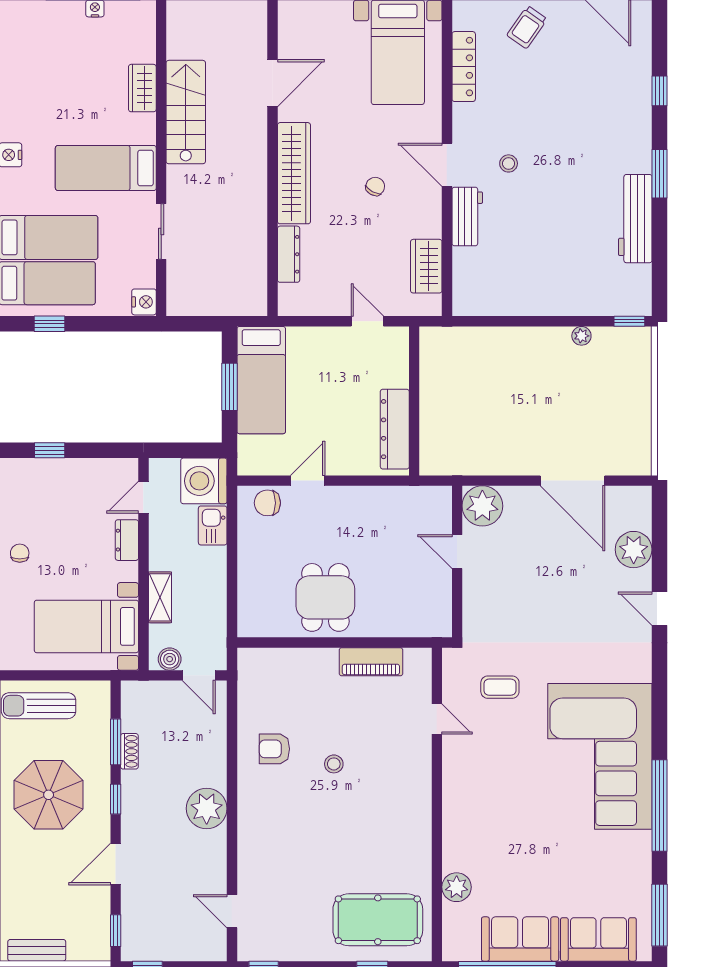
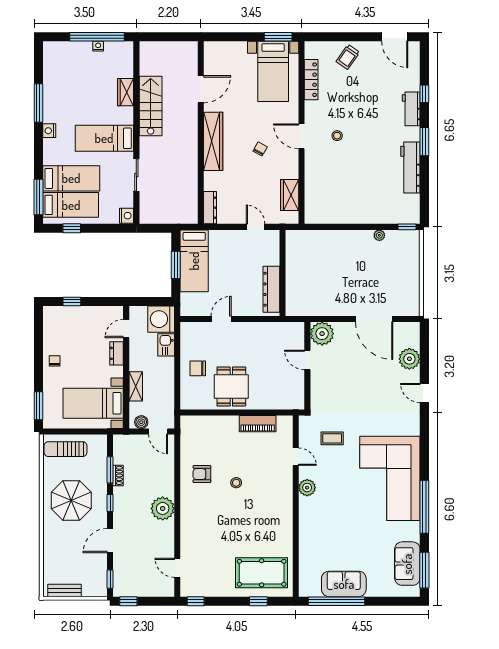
workbench: (467, 216) -> (411, 109), moved, turned 180
dresser: (289, 254) -> (210, 208), moved
chair: (267, 503) -> (198, 368), moved
plant: (457, 887) -> (307, 488), moved
sofa: (598, 939) -> (407, 564), moved, turned -90

